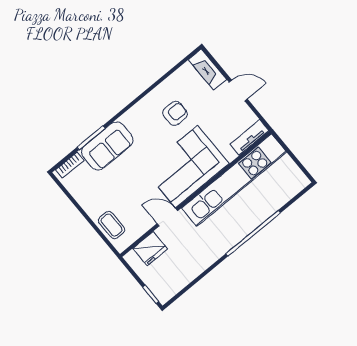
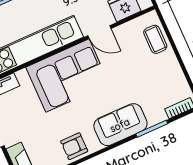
armchair: (175, 113) -> (74, 146), moved
sofa: (107, 146) -> (120, 125), moved

